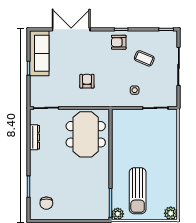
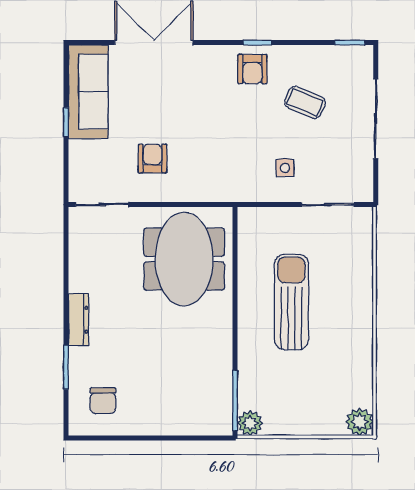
armchair: (119, 42) -> (252, 69), turned -90
armchair: (87, 81) -> (152, 158), moved
dresser: (34, 137) -> (78, 320), moved
sun lounger: (138, 191) -> (291, 302), moved, turned 180

